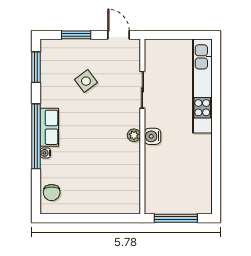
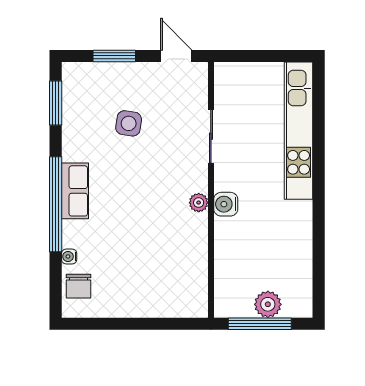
side table: (86, 81) -> (129, 123), turned 45
water cooler: (45, 153) -> (69, 256), moved
plant: (181, 205) -> (268, 304), added

